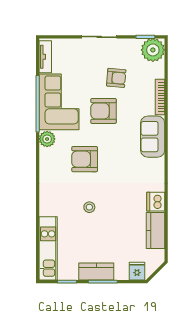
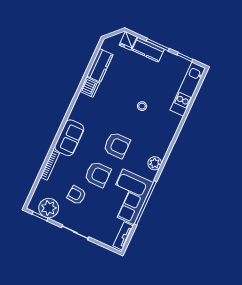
plant: (153, 50) -> (49, 208), moved
plant: (47, 139) -> (155, 163), moved
armchair: (85, 159) -> (117, 145), moved
kitchen counter: (96, 272) -> (148, 50), moved

